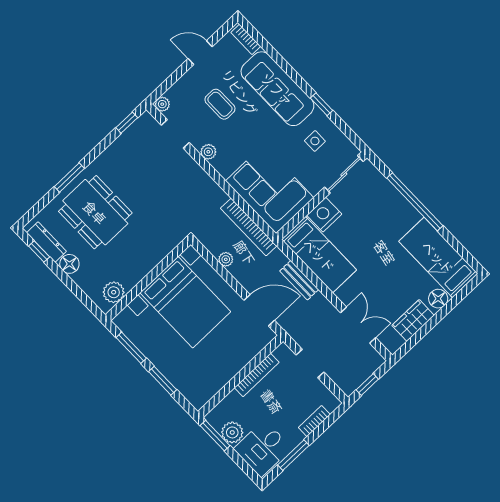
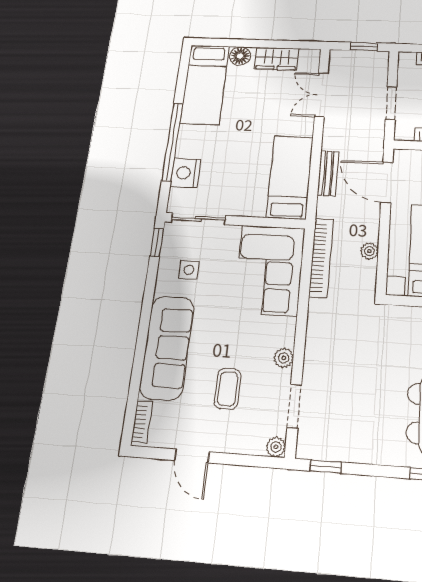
window: (322, 104) -> (157, 242), moved
nightstand: (324, 215) -> (186, 173), moved, turned 90

